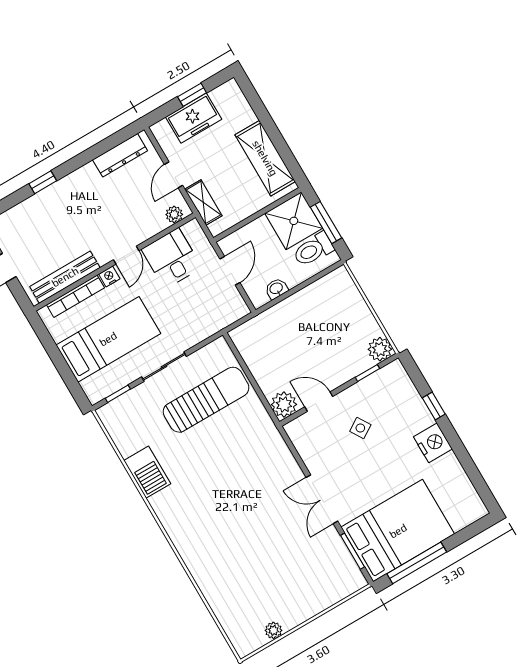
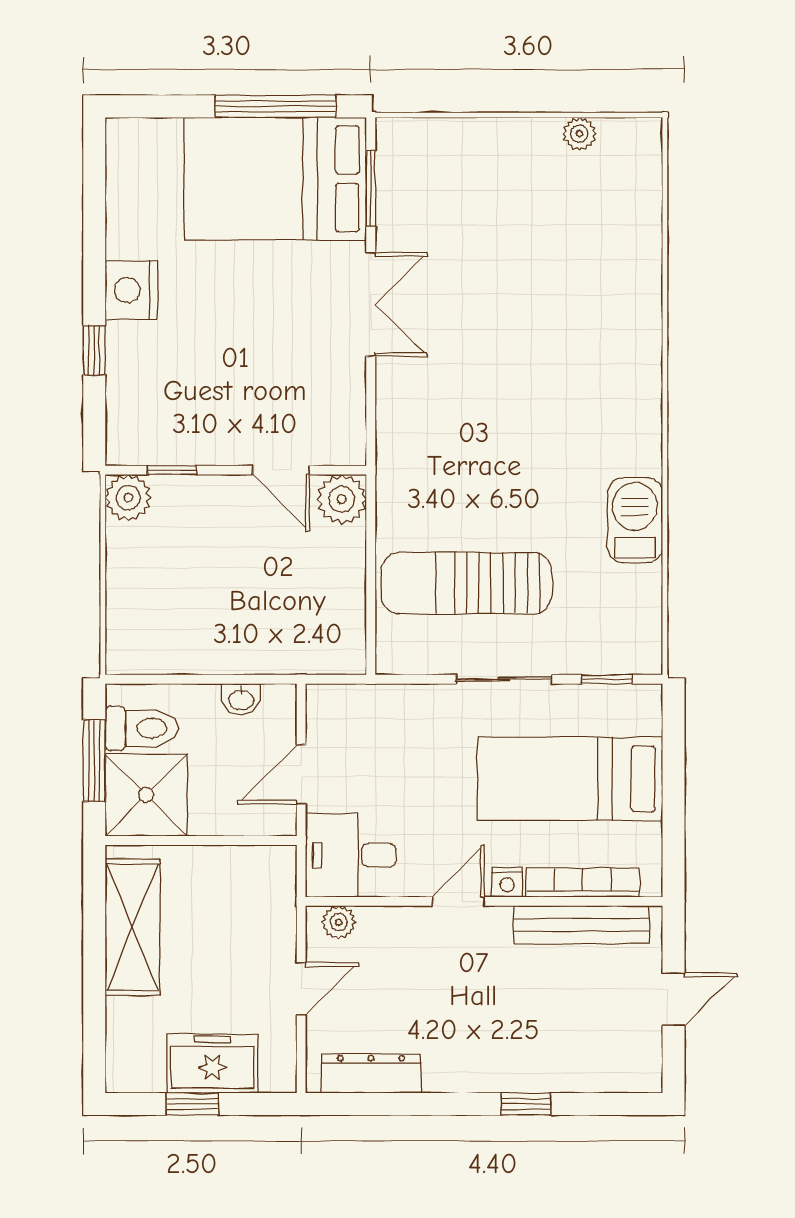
shelving: (203, 202) -> (279, 914), removed
desk: (172, 258) -> (351, 855), moved, turned 90
side table: (360, 428) -> (238, 386), removed

